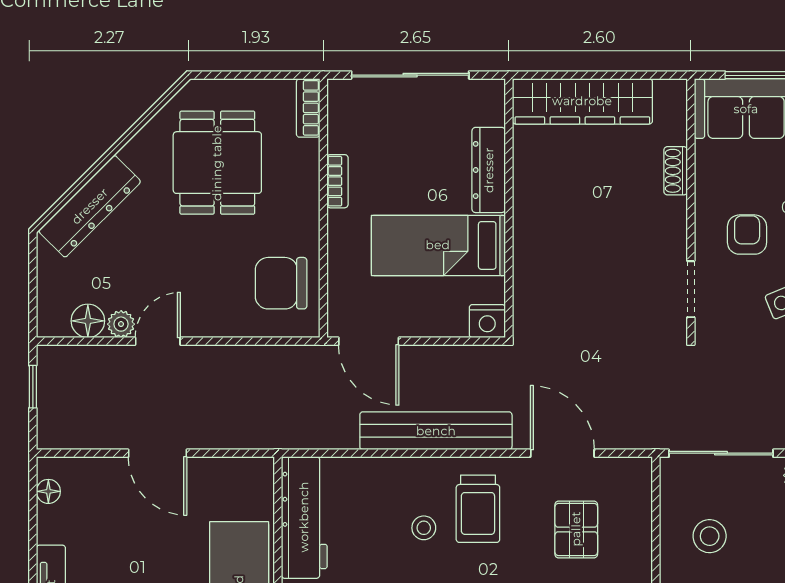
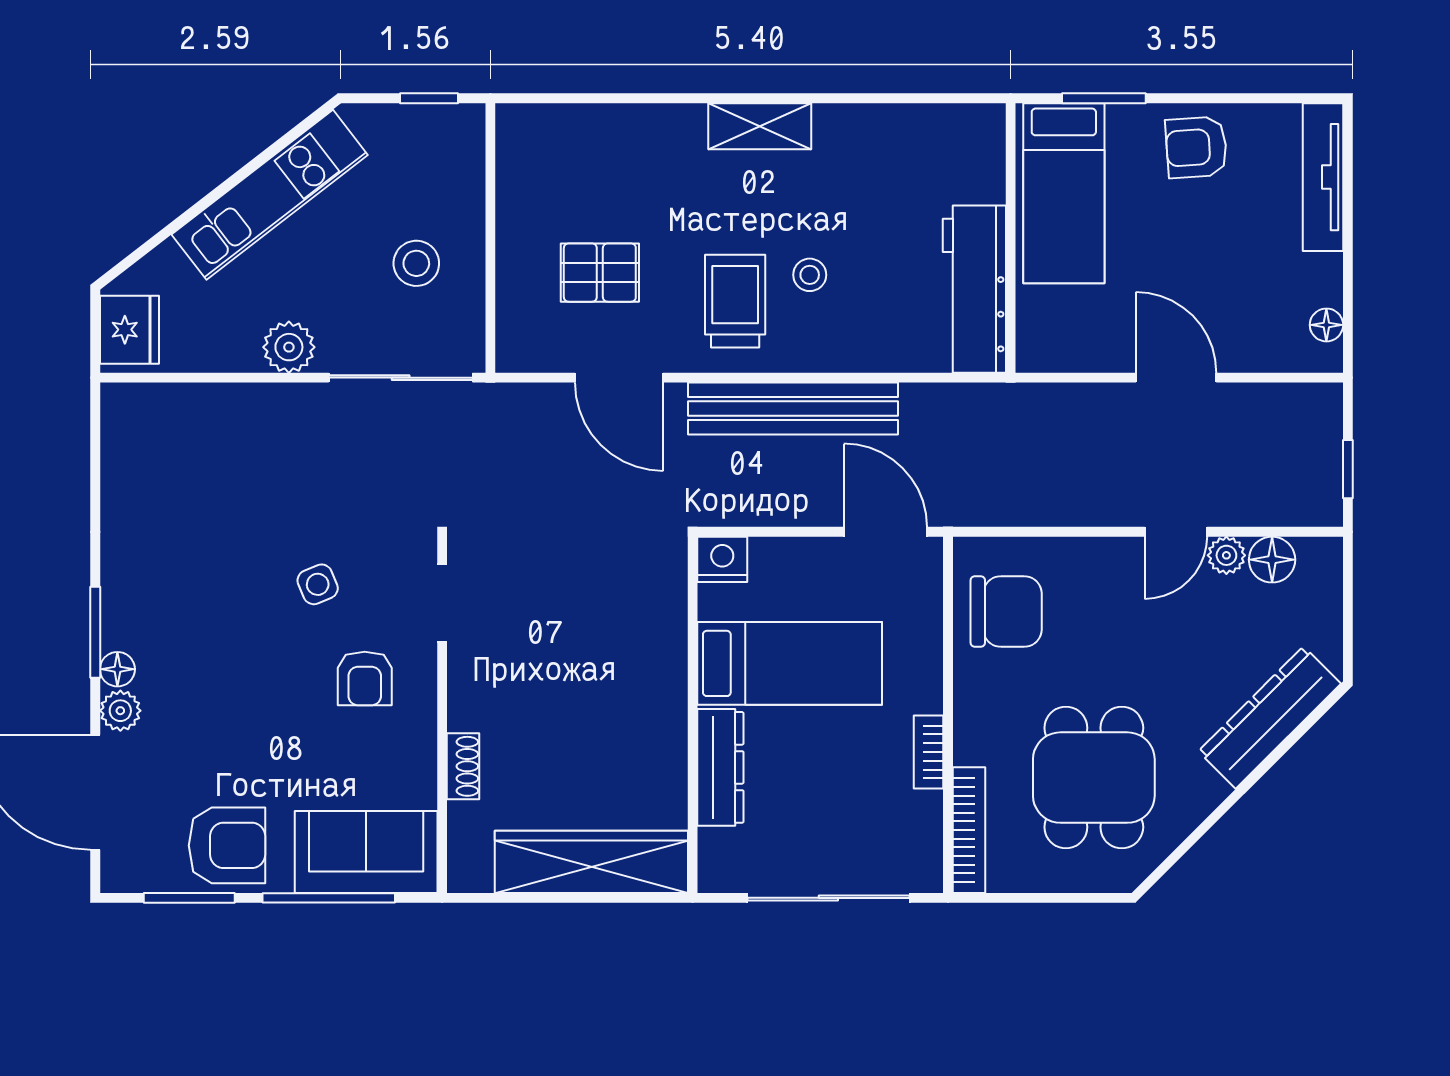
bookcase: (308, 108) -> (969, 830), width x1.56
pallet: (576, 529) -> (600, 273), turned 90

